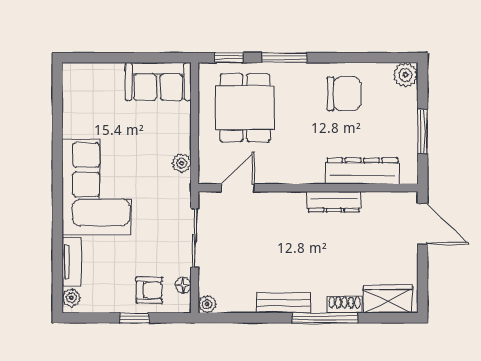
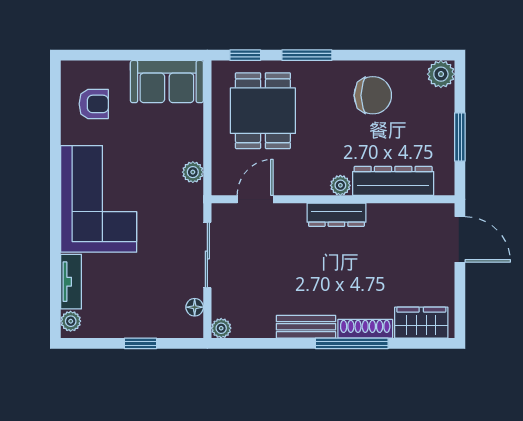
plant: (315, 175) -> (340, 185), added
dresser: (334, 202) -> (336, 215), moved
armchair: (149, 290) -> (94, 104), moved
shoe rack: (345, 305) -> (365, 329), width x1.43

